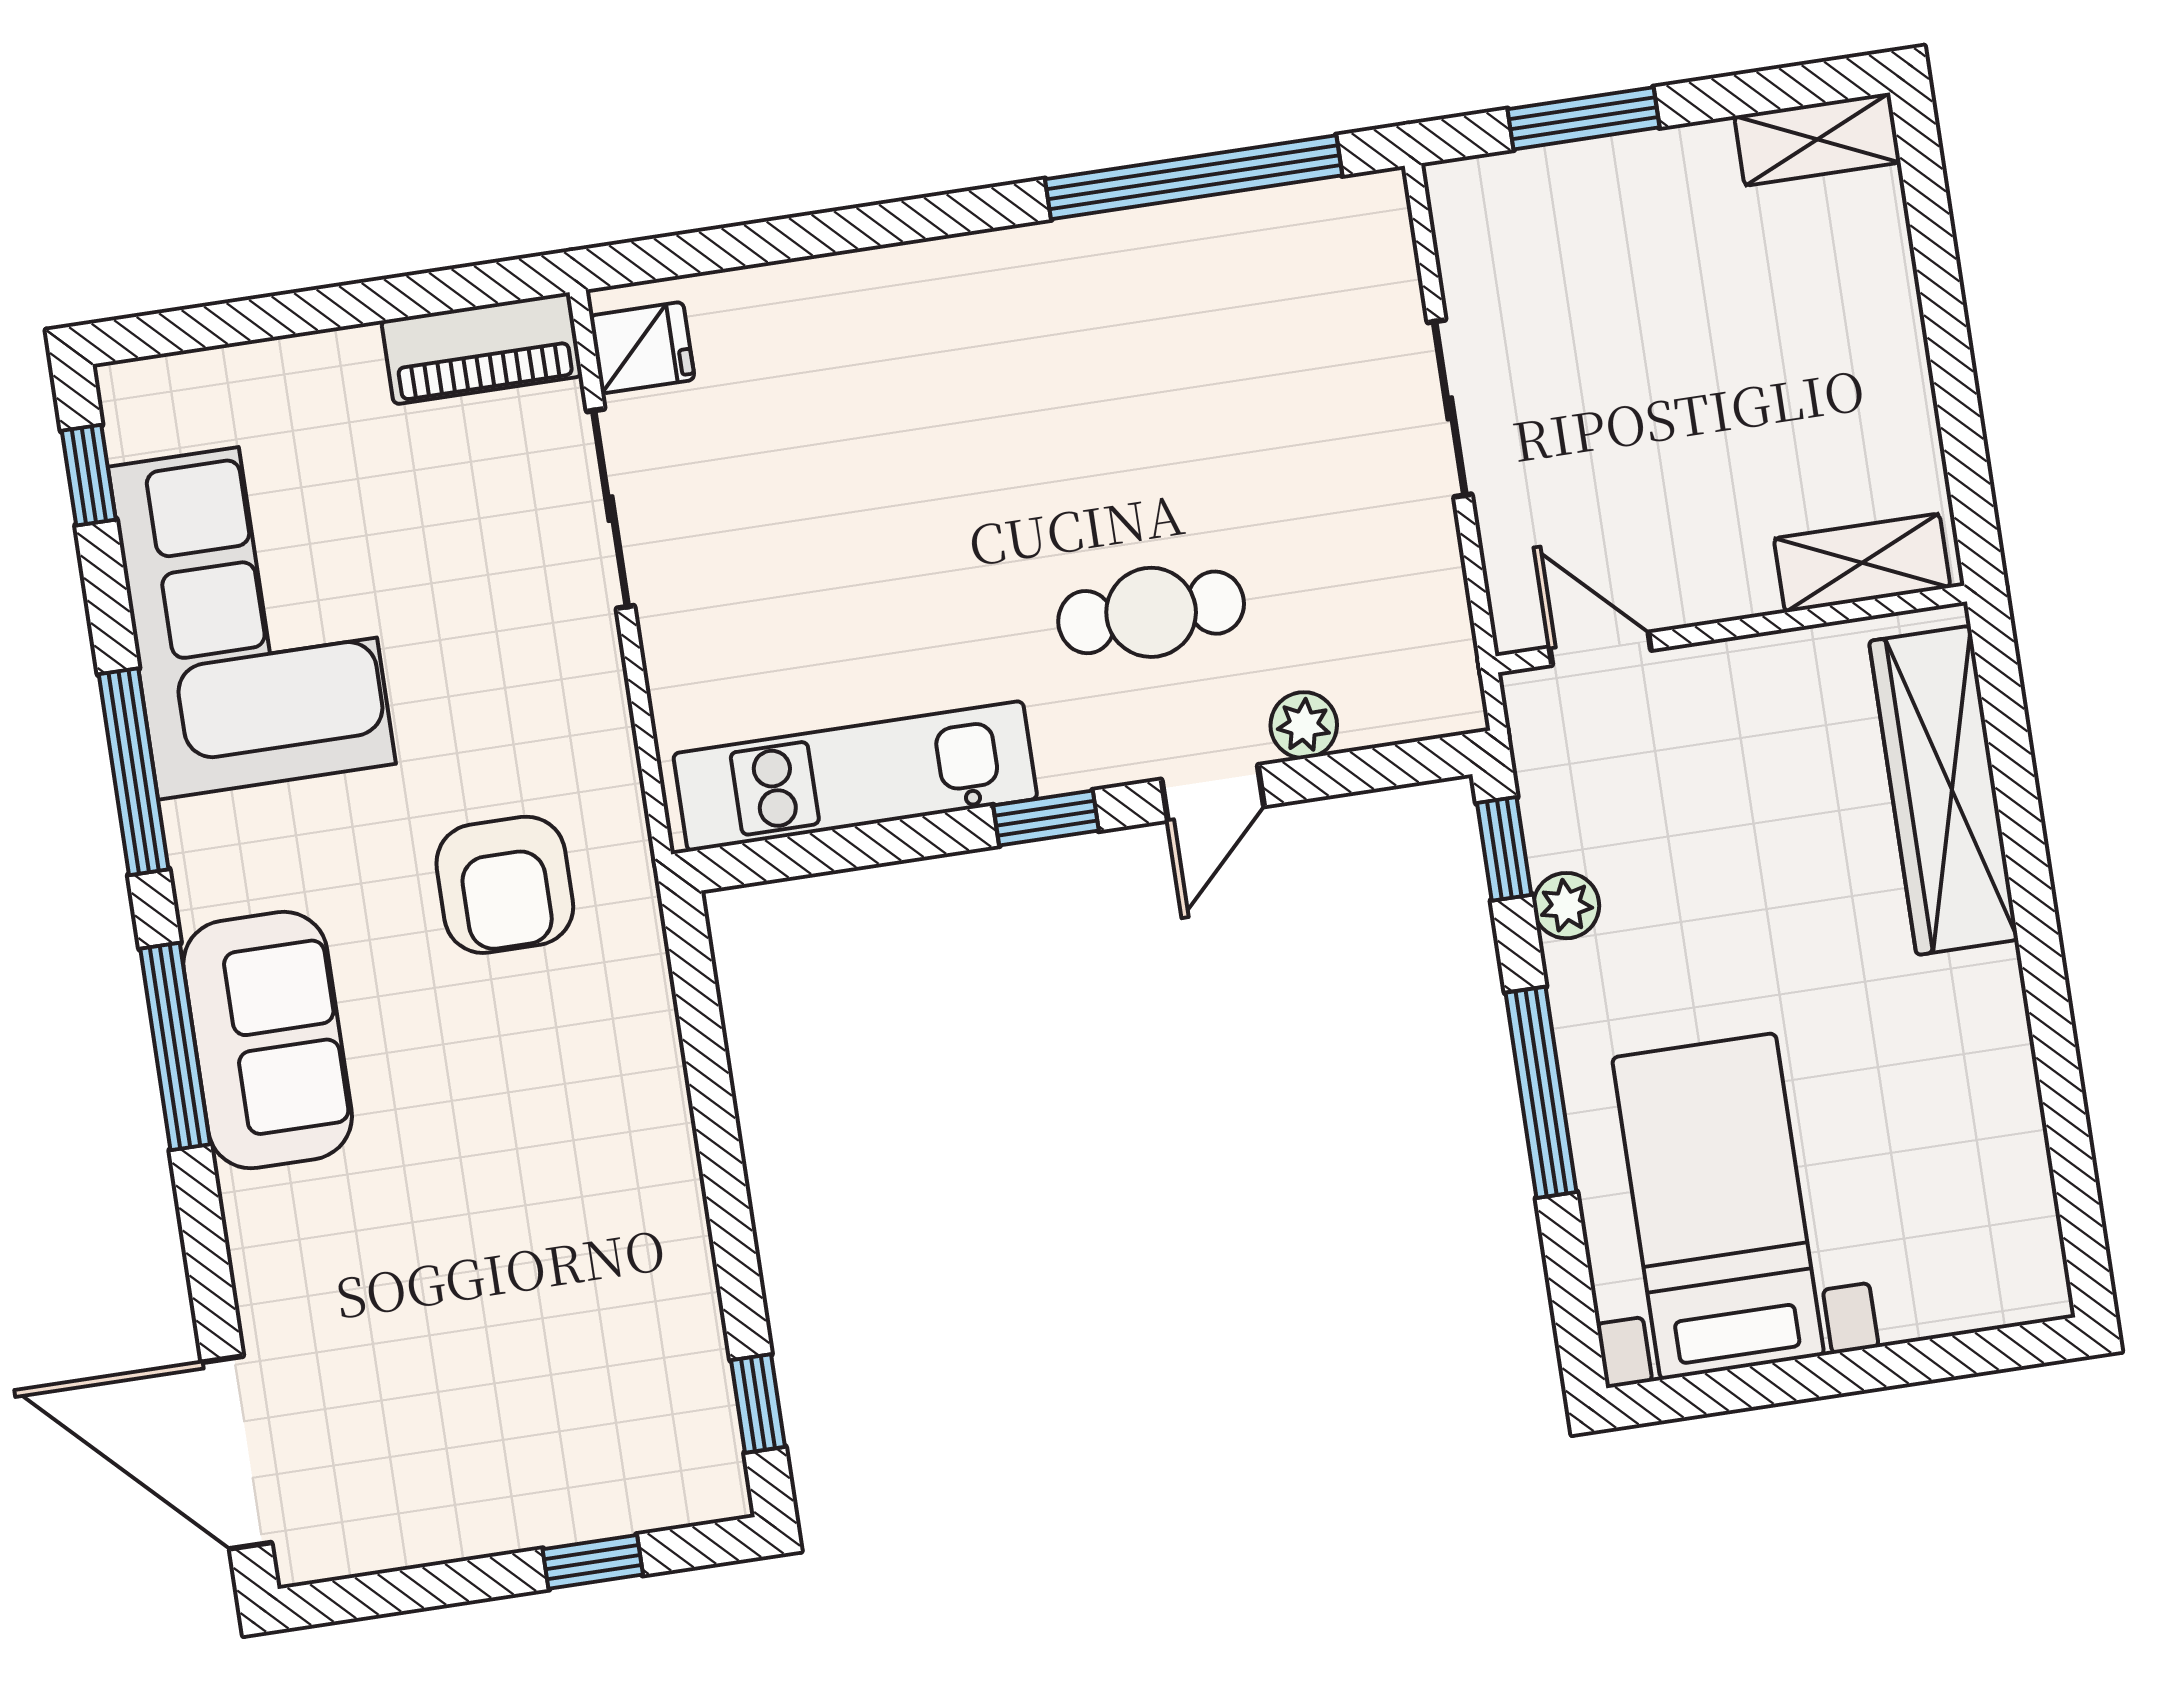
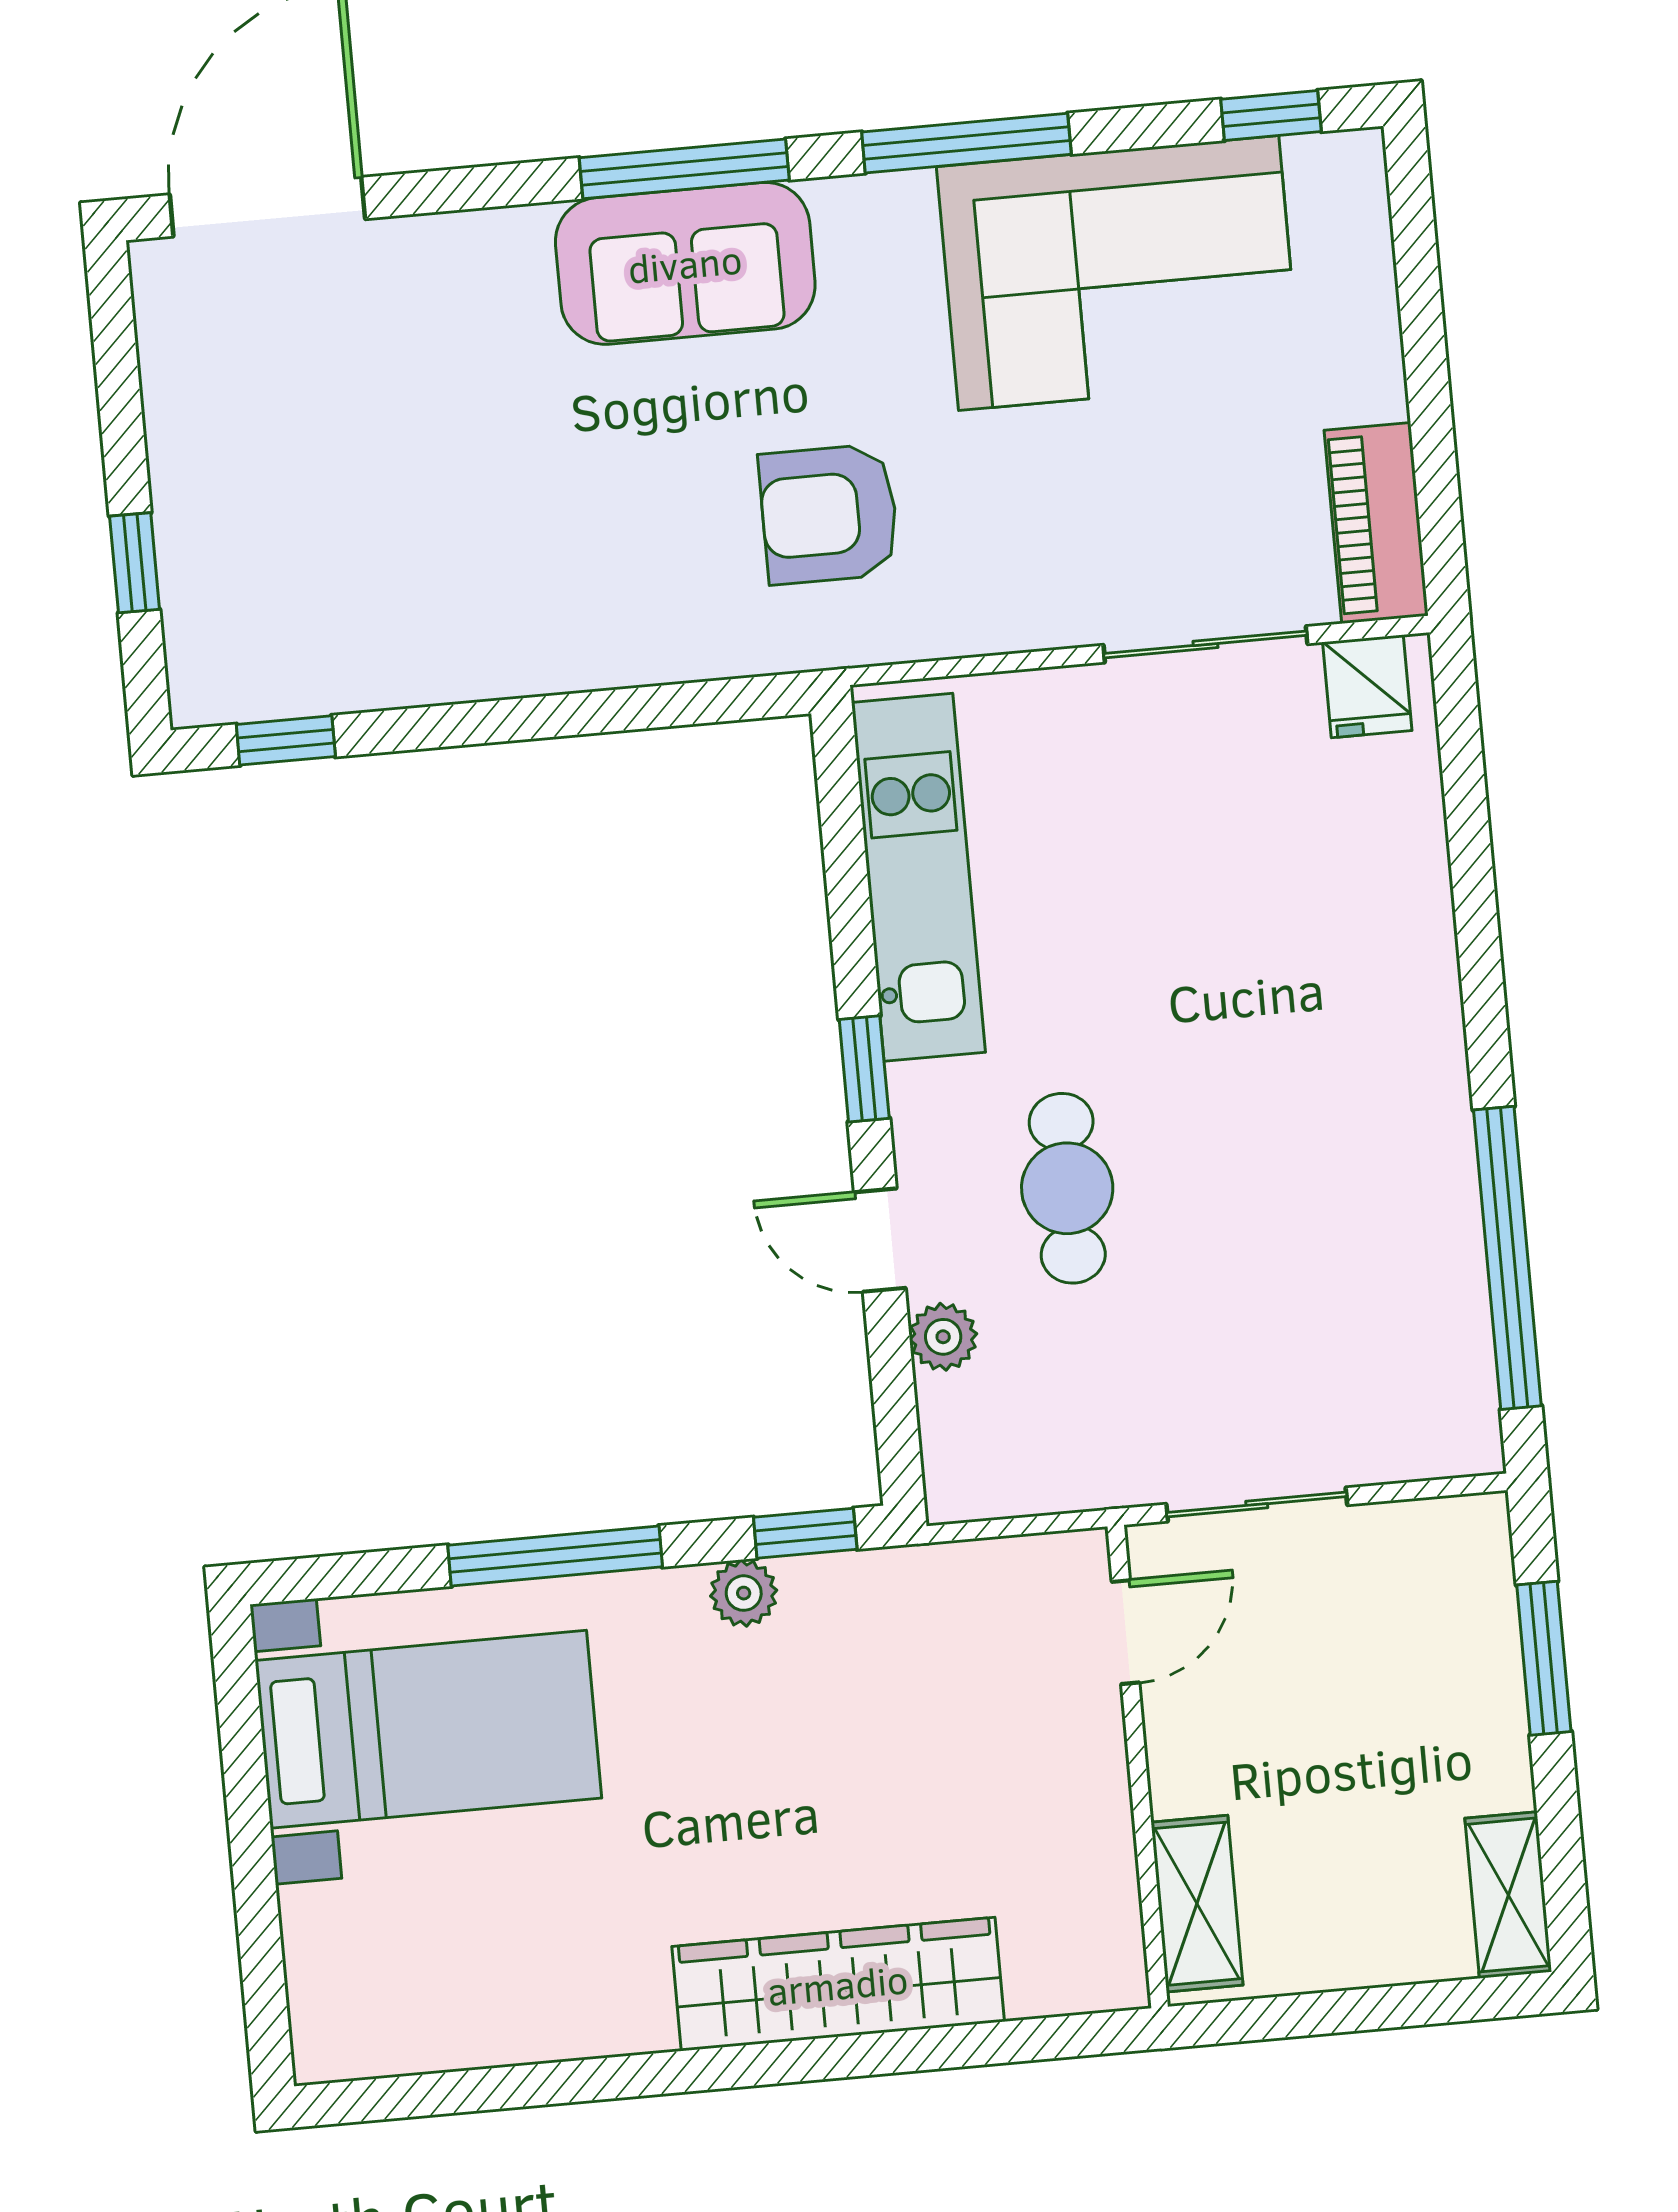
shelving: (1862, 563) -> (1197, 1904), moved
wall: (1731, 629) -> (1138, 1767), moved
door: (1600, 649) -> (1125, 1632), moved

